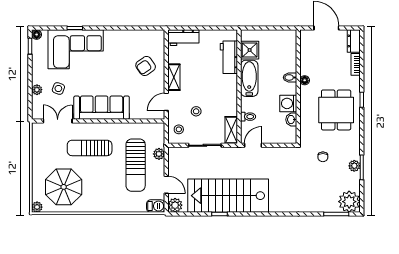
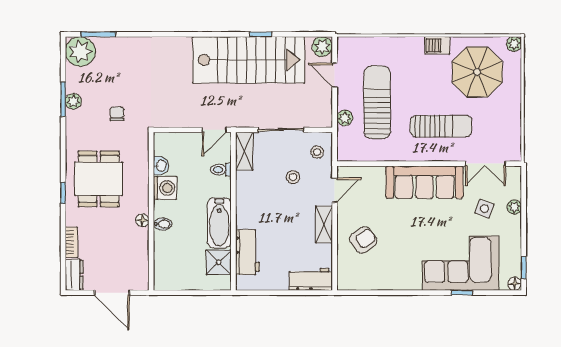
barbecue: (156, 206) -> (437, 45), moved

